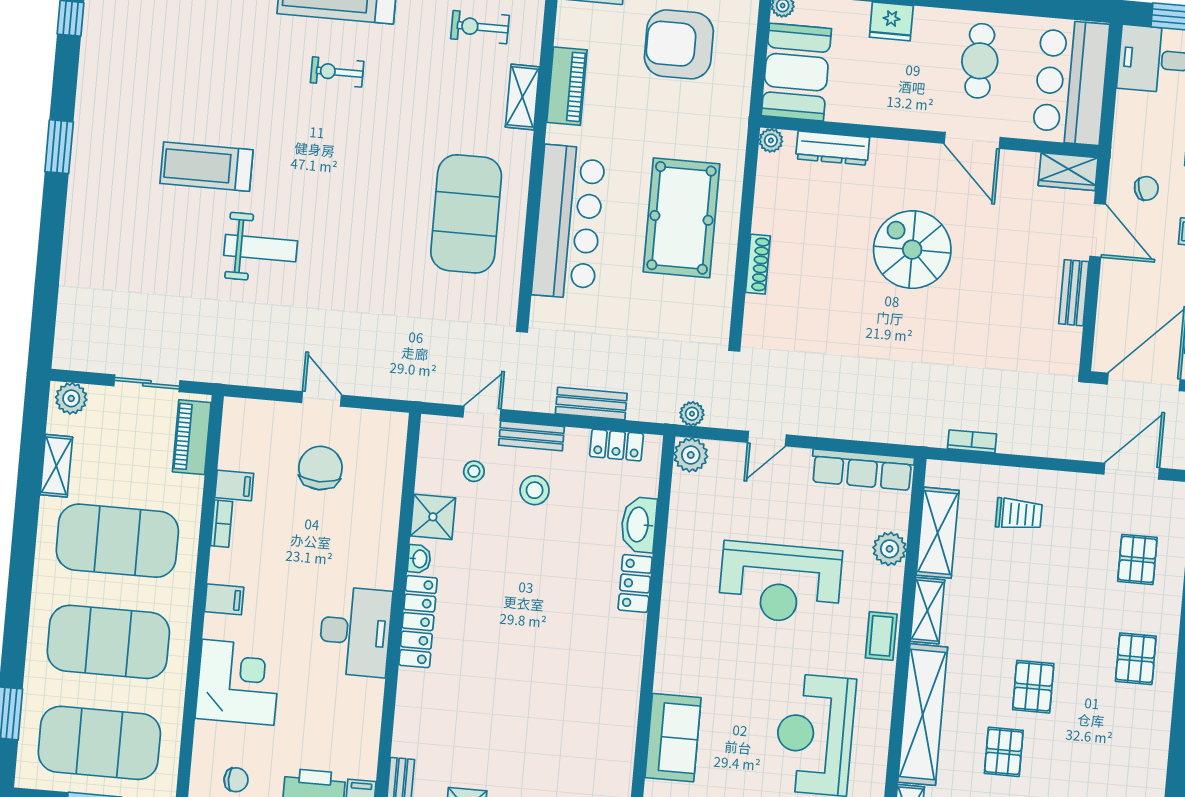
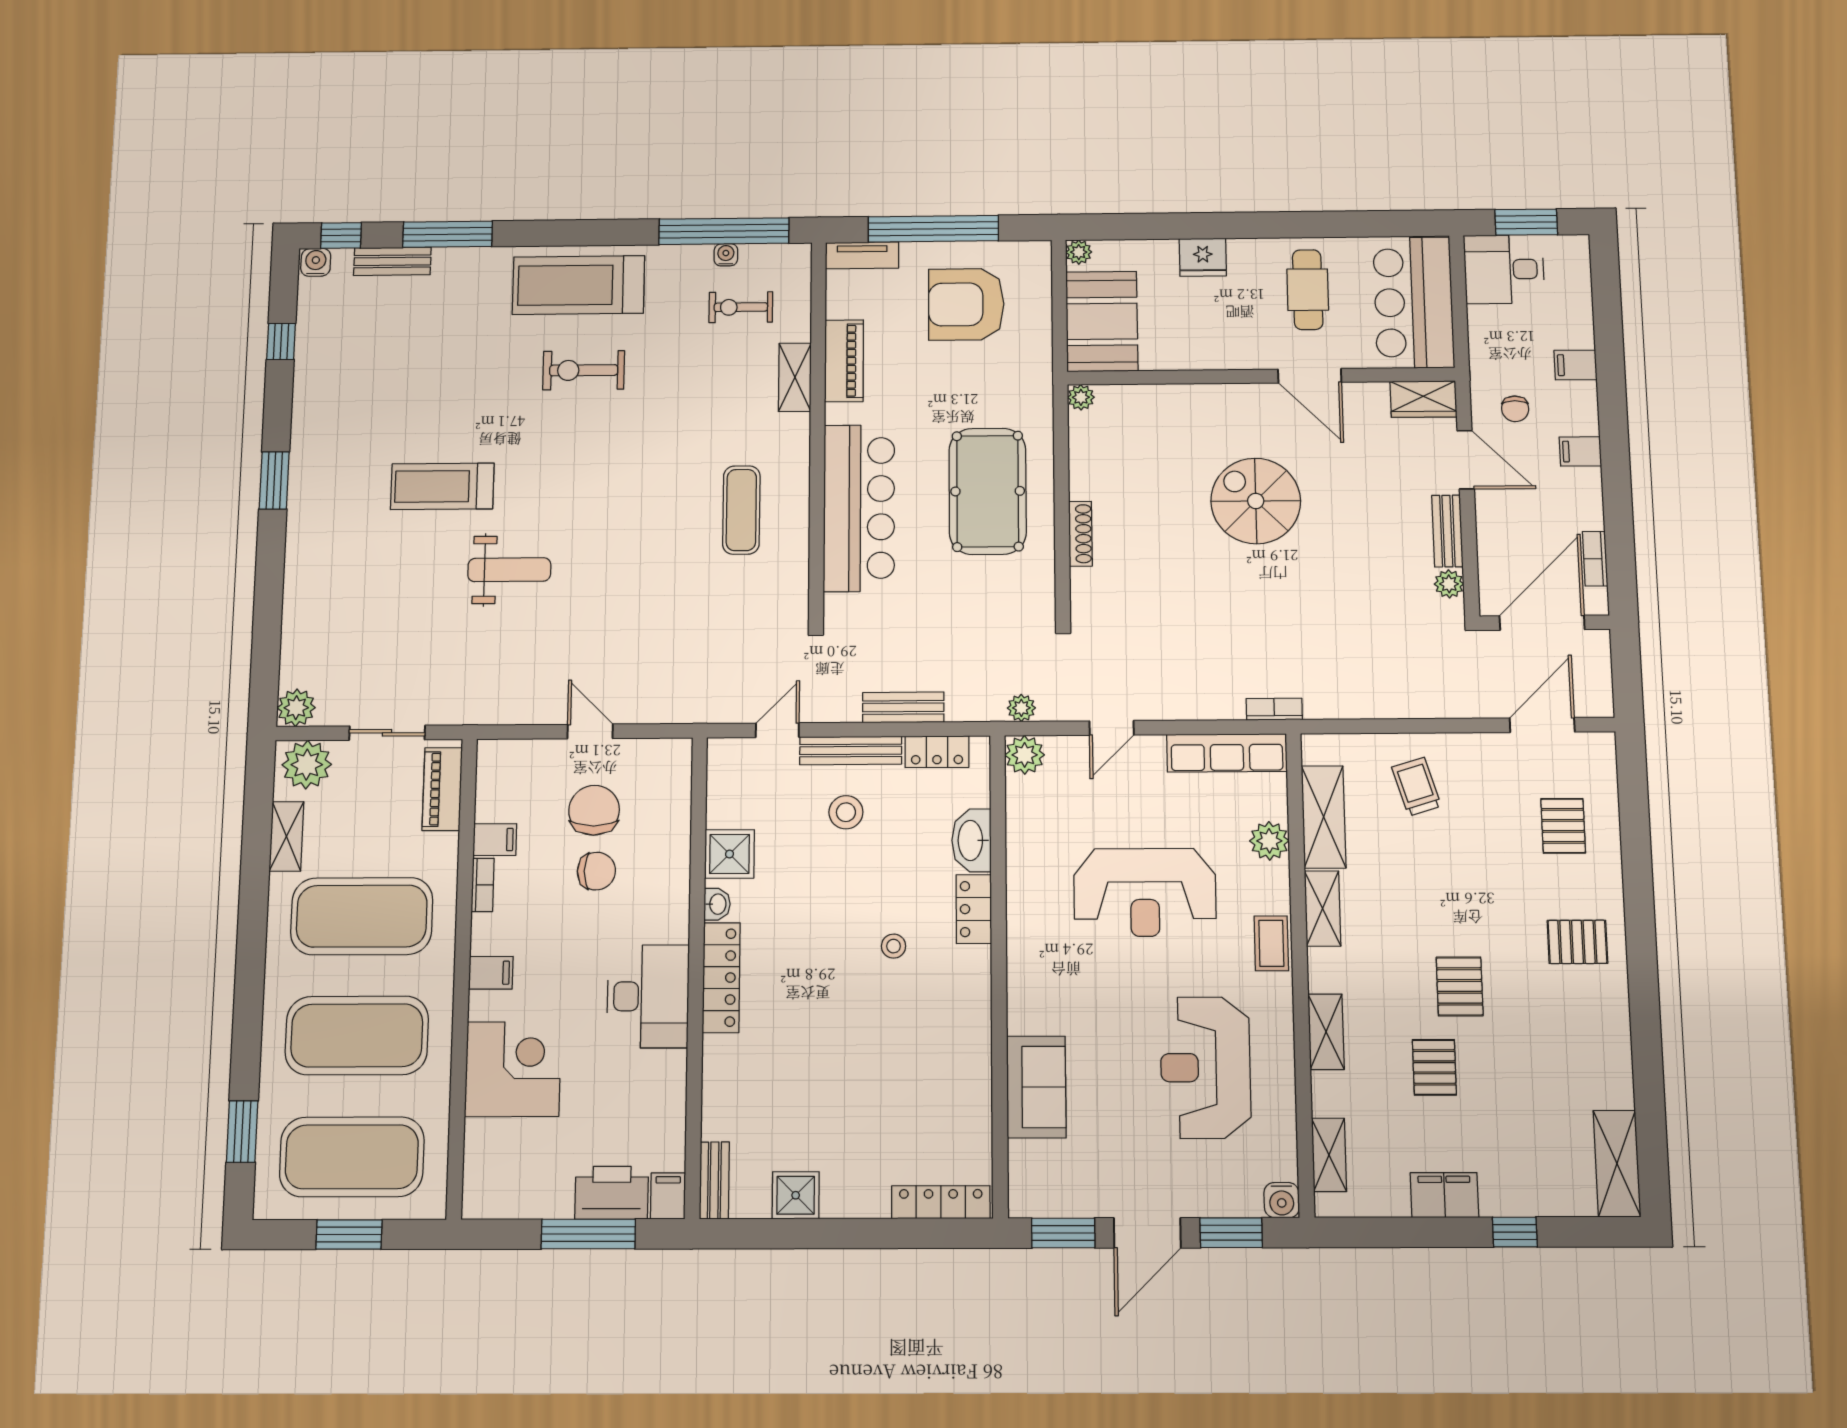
exercise bike: (337, 72) -> (584, 370), width x1.38, depth x1.39
dresser: (833, 148) -> (1152, 399), removed
chair: (1146, 188) -> (1515, 409), turned 107
exercise mat: (466, 214) -> (741, 510), width x0.50, depth x0.69
plant: (1069, 340) -> (1449, 584), added
plant: (70, 354) -> (296, 708), added
plant: (71, 398) -> (307, 765), width x1.36, depth x1.36
bench: (532, 436) -> (851, 750), width x1.36
bookcase: (972, 441) -> (1274, 709), moved
stool: (474, 471) -> (894, 946), moved
trolley: (1019, 514) -> (1416, 787), turned -107
pallet: (1136, 659) -> (1577, 942), turned 90
shelving: (923, 715) -> (1326, 1032), width x0.45, depth x0.75
chair: (236, 780) -> (596, 871), moved, width x1.37, depth x1.37

